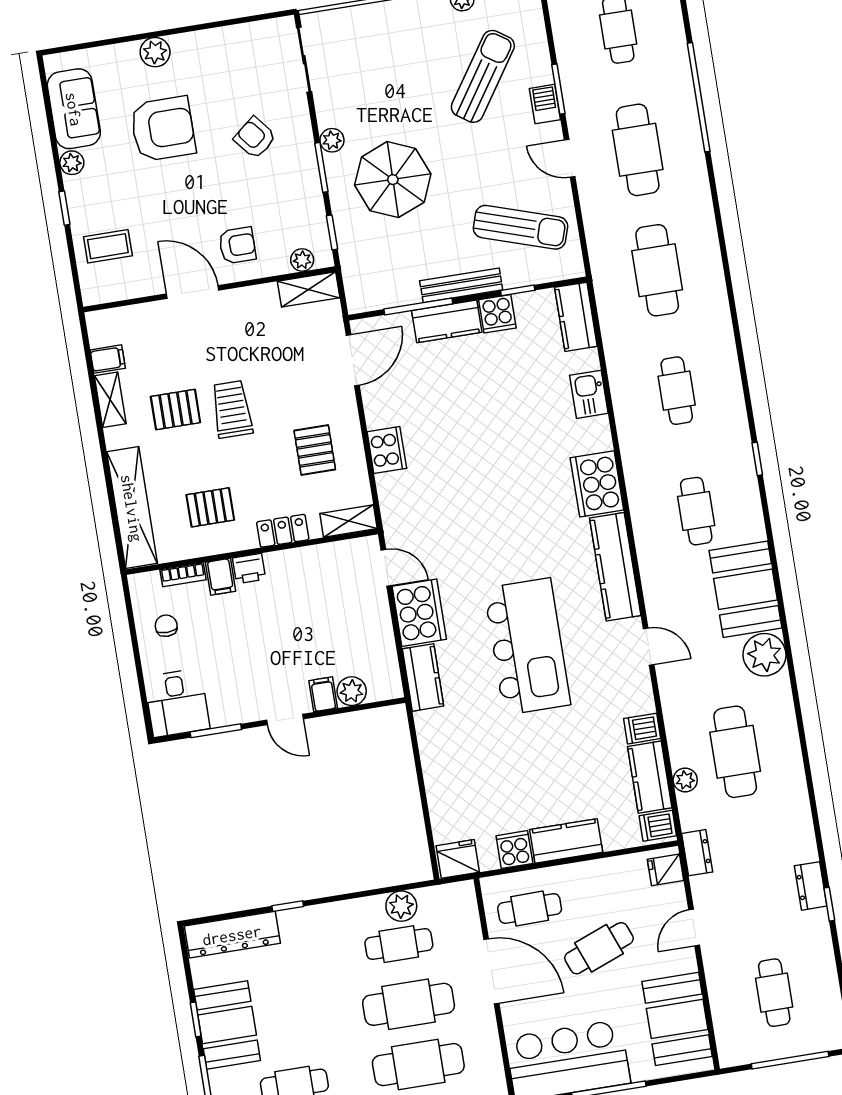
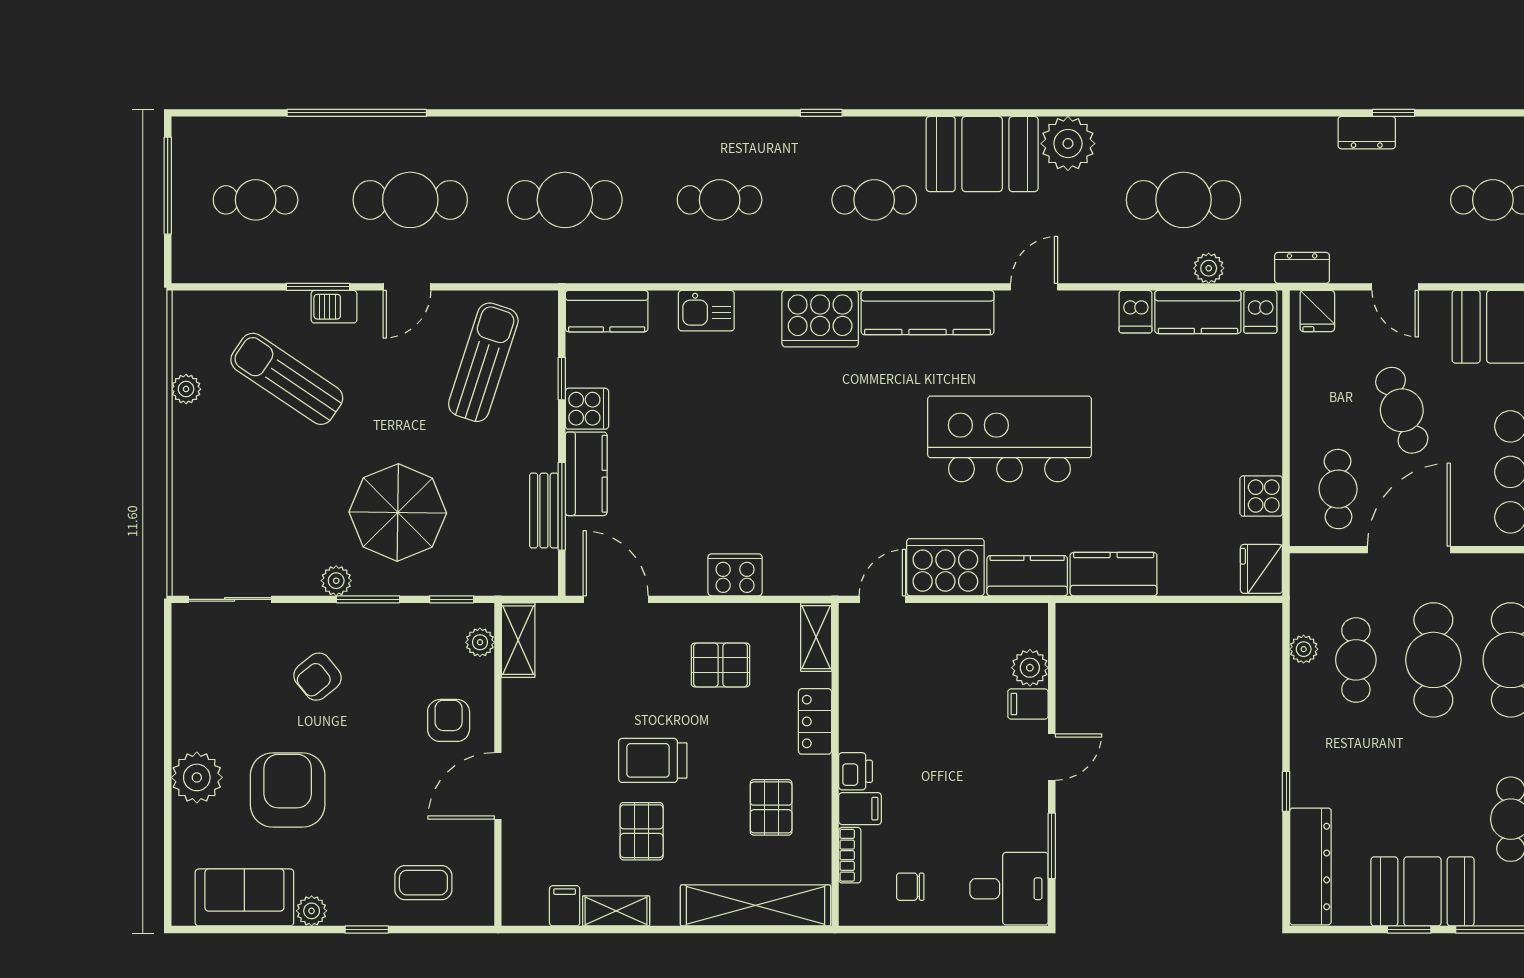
plant: (155, 52) -> (197, 777), width x1.36, depth x1.36
coffee table: (108, 246) -> (423, 883), turned 90
bench: (461, 285) -> (544, 511), moved, width x0.73
kitchen counter: (566, 841) -> (1114, 574), moved, turned 90
plant: (401, 906) -> (1304, 649), width x0.73, depth x0.73

